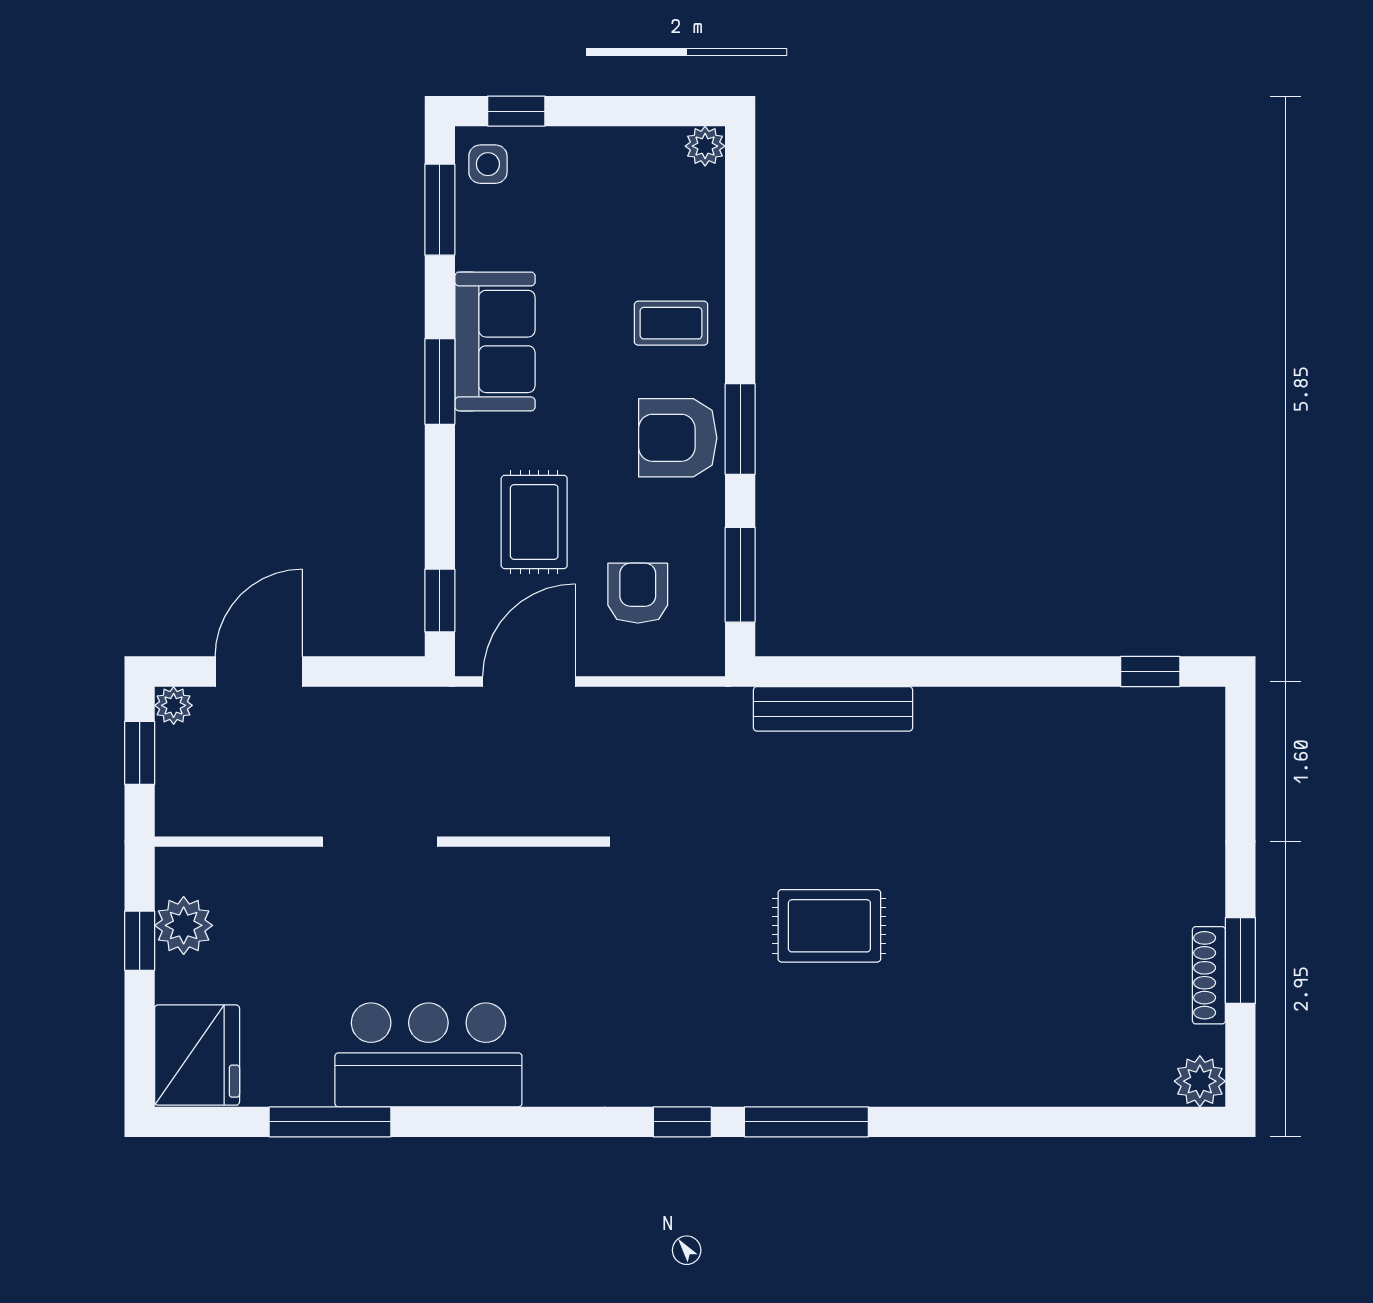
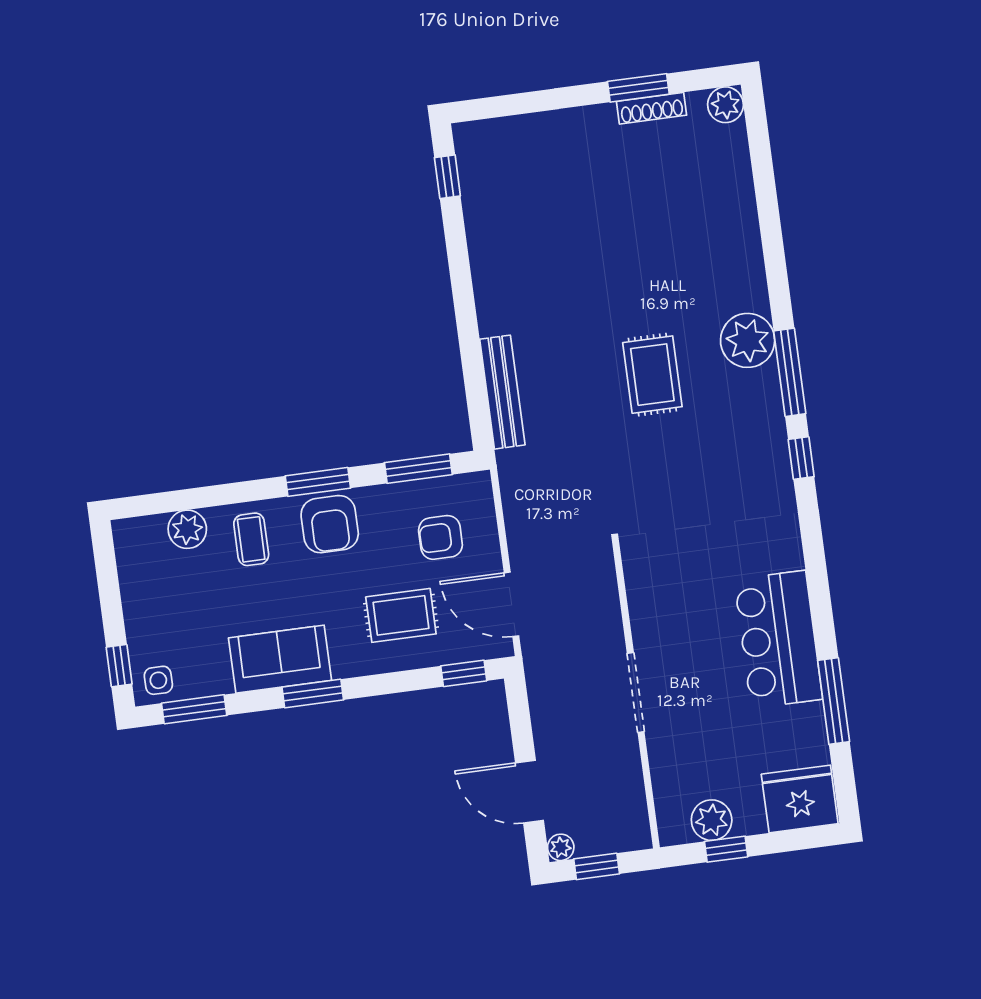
plant: (705, 146) -> (187, 529), moved, width x1.38, depth x1.38
plant: (860, 1068) -> (748, 340), added

